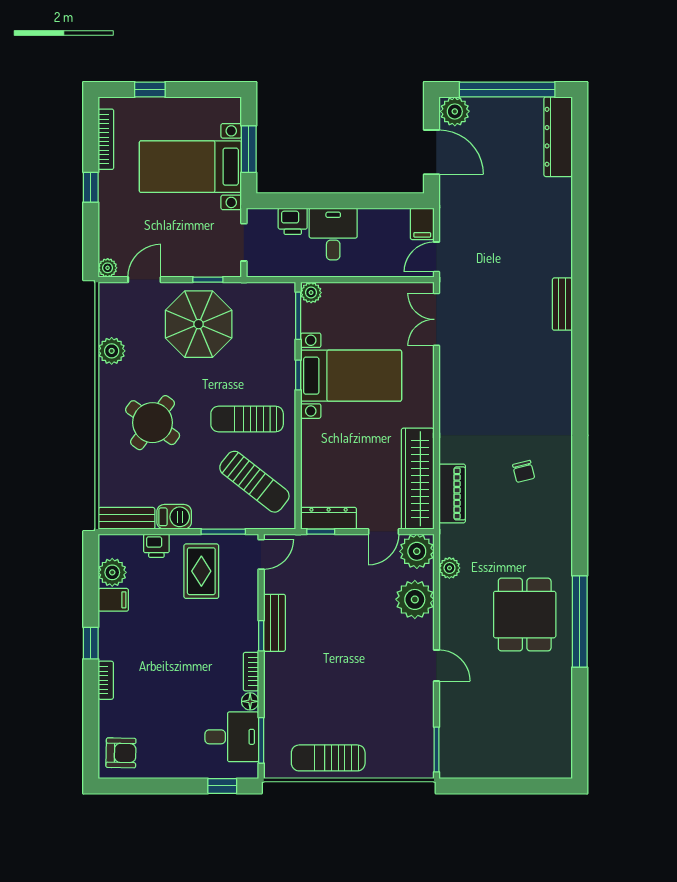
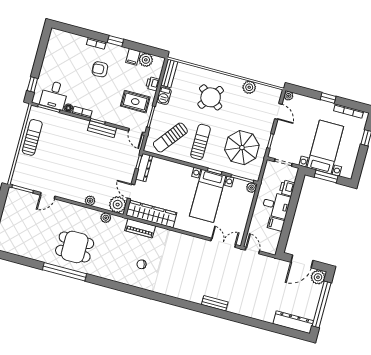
filing cabinet: (422, 224) -> (276, 224), moved
parasol: (199, 324) -> (242, 148), moved
plant: (415, 599) -> (90, 201), width x0.53, depth x0.53
door: (436, 666) -> (48, 196), moved
armchair: (121, 753) -> (100, 69), moved, turned 85

